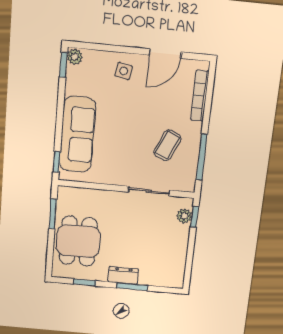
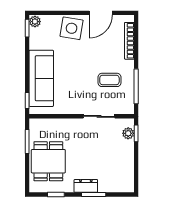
side table: (124, 71) -> (72, 28), width x1.87, depth x1.87
coffee table: (167, 145) -> (109, 80), turned 66

